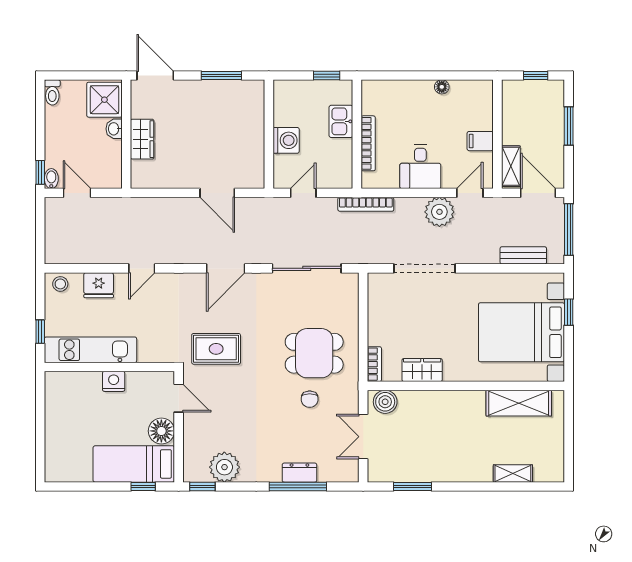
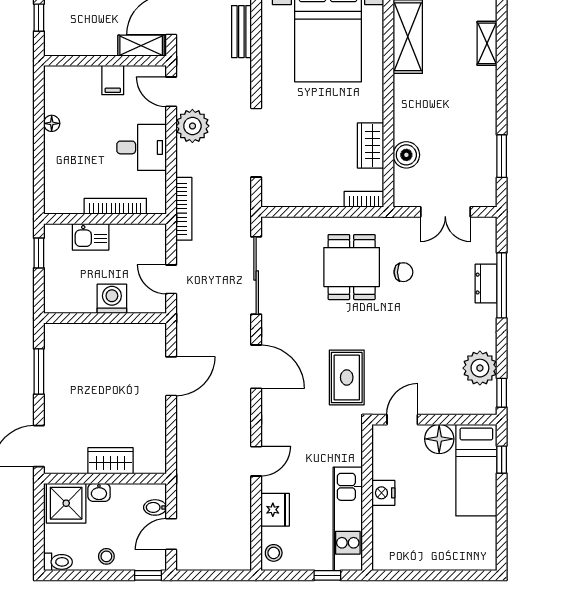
stool: (57, 135) -> (106, 556), added
bidet: (51, 179) -> (155, 507), moved
door: (142, 268) -> (256, 461), hinge flipped
boiler: (385, 402) -> (406, 155), moved

